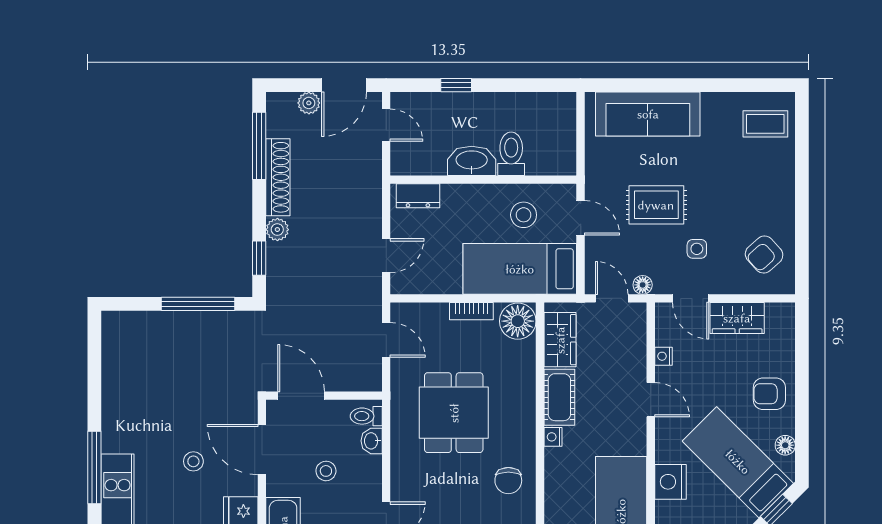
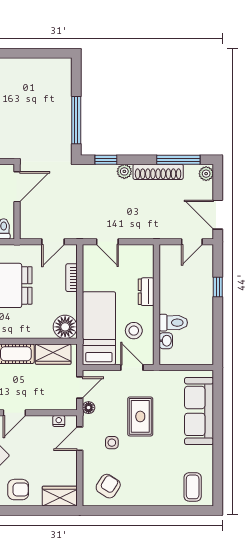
plant: (309, 103) -> (206, 174), moved
washbasin: (472, 161) -> (166, 341), moved, width x0.52, depth x0.69
dresser: (418, 196) -> (146, 292), moved
door: (581, 218) -> (132, 367), swing flipped
armchair: (764, 255) -> (108, 486), turned 74
bookcase: (471, 311) -> (72, 278), moved
wardrobe: (737, 318) -> (60, 496), moved, turned 90
nightstand: (663, 356) -> (59, 421), moved
armchair: (769, 394) -> (18, 490), turned 90

